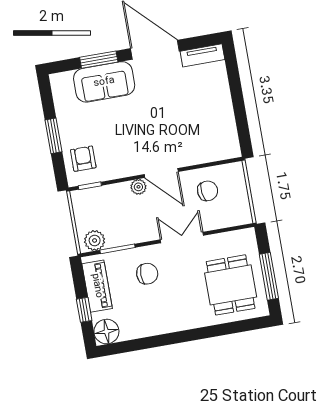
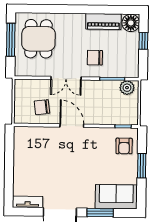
sofa: (104, 82) -> (116, 197), moved
plant: (138, 187) -> (89, 119), removed
piano: (97, 286) -> (103, 22), moved, turned -90

